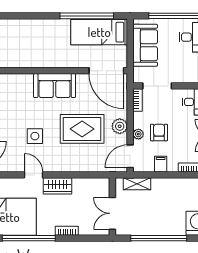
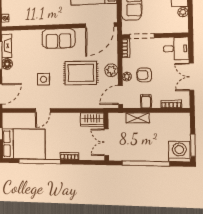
door: (106, 71) -> (100, 25), hinge flipped
armchair: (159, 132) -> (144, 75), turned -90
door: (33, 175) -> (43, 111), swing flipped
shelving: (137, 184) -> (138, 118), moved
wardrobe: (58, 186) -> (92, 120), moved

